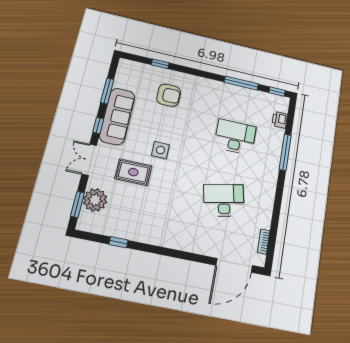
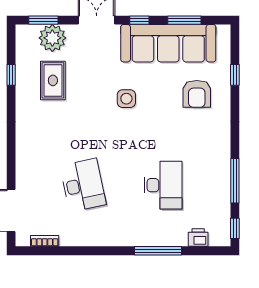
sofa: (117, 116) -> (168, 43), width x1.36, depth x1.27
rug: (133, 172) -> (53, 80), moved

